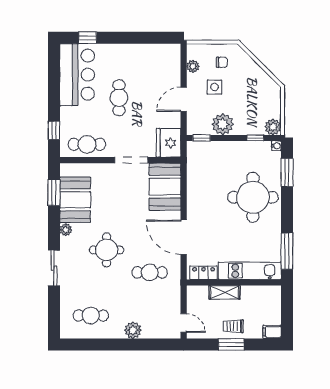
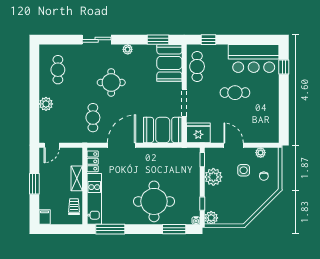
booth: (75, 200) -> (169, 63), moved, turned 90
trolley: (233, 326) -> (74, 207), moved

